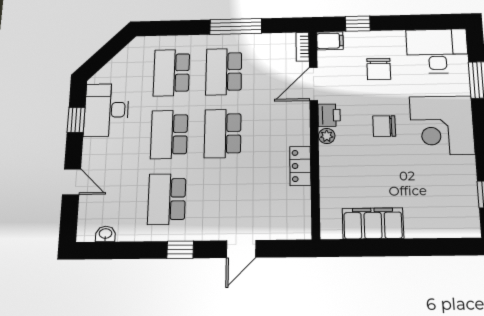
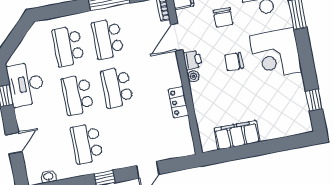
door: (72, 182) -> (14, 143), hinge flipped

